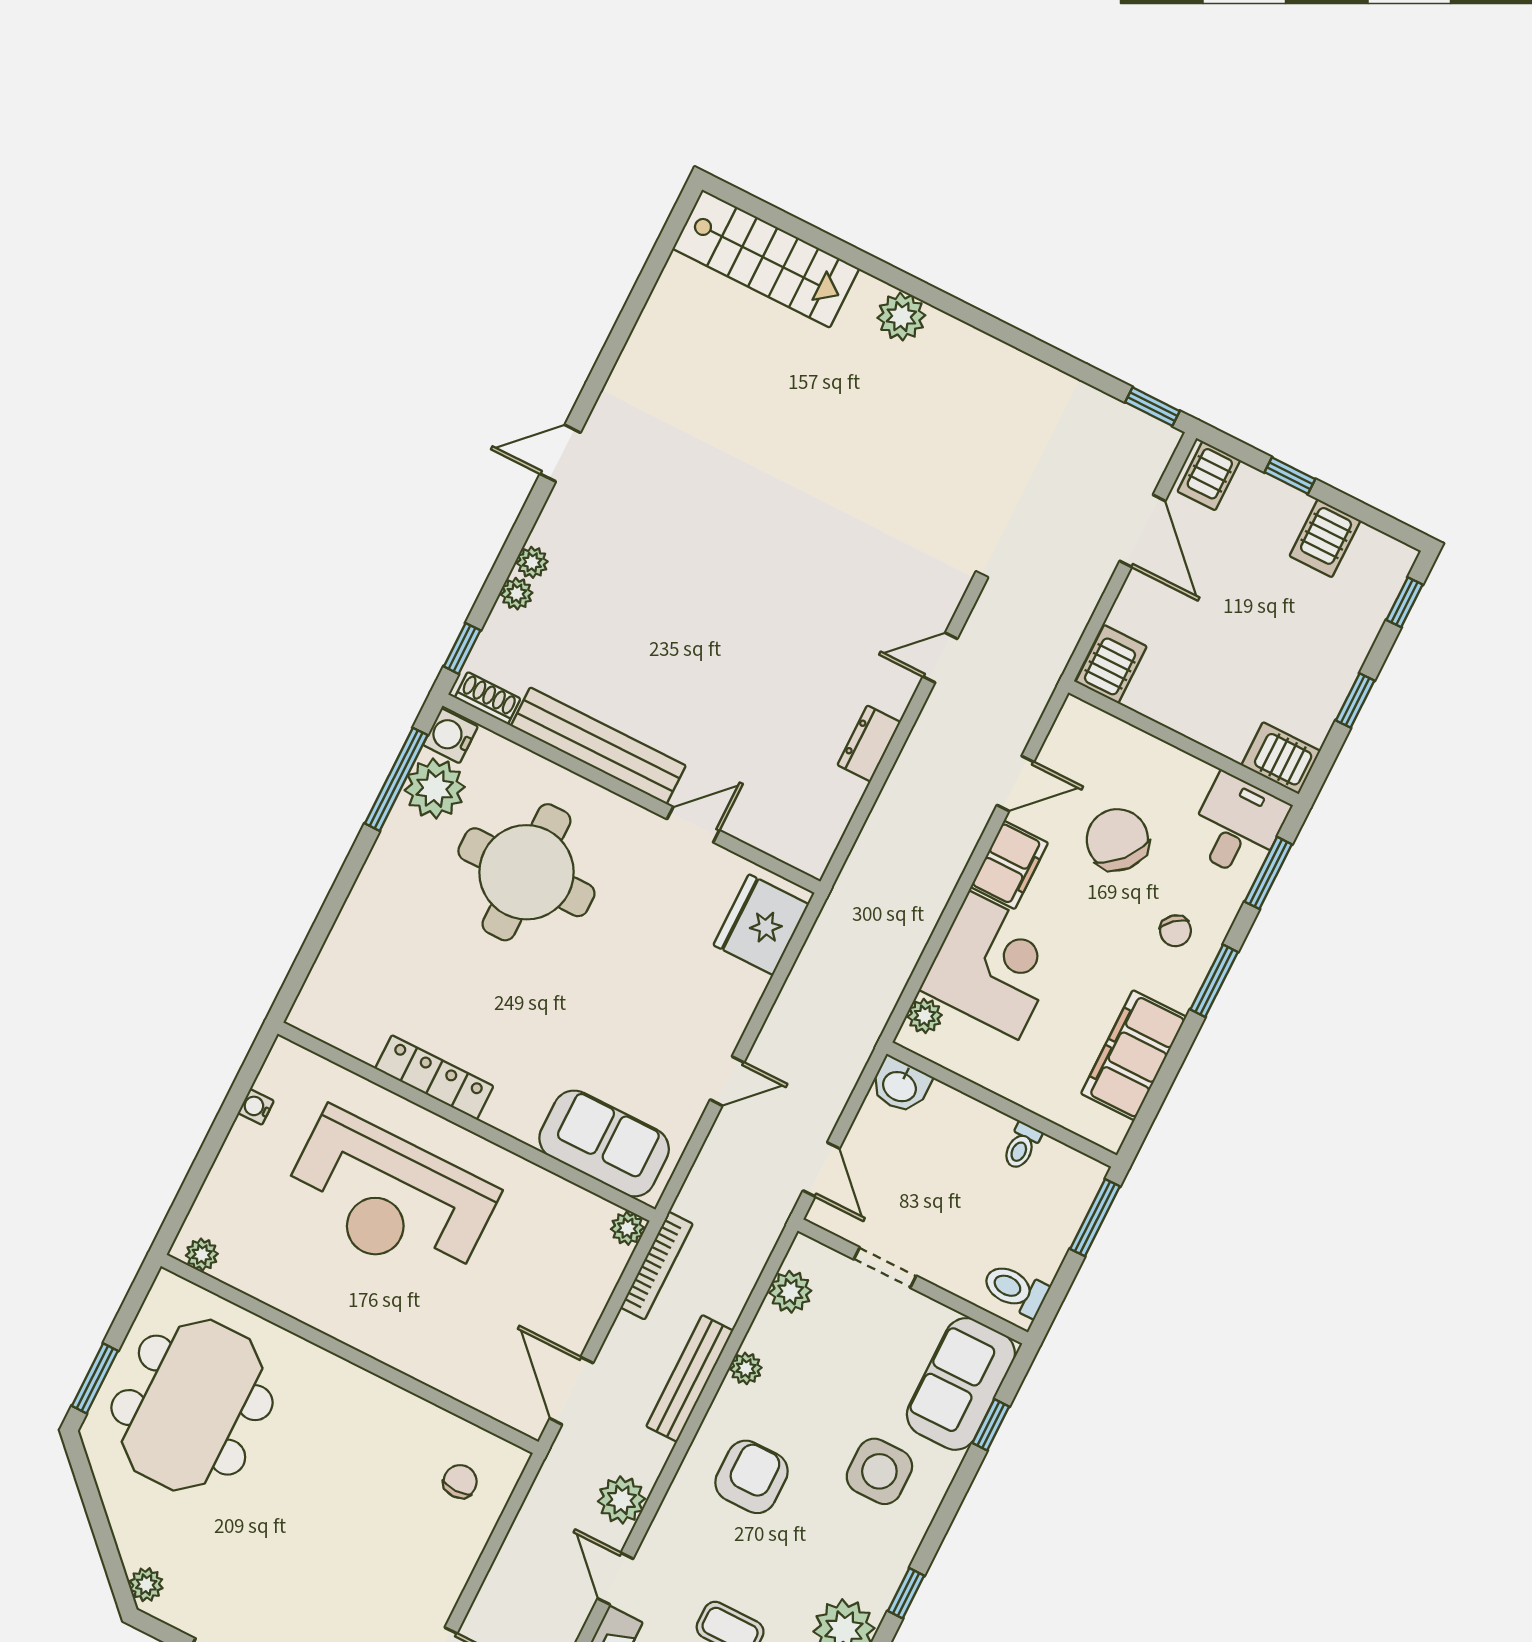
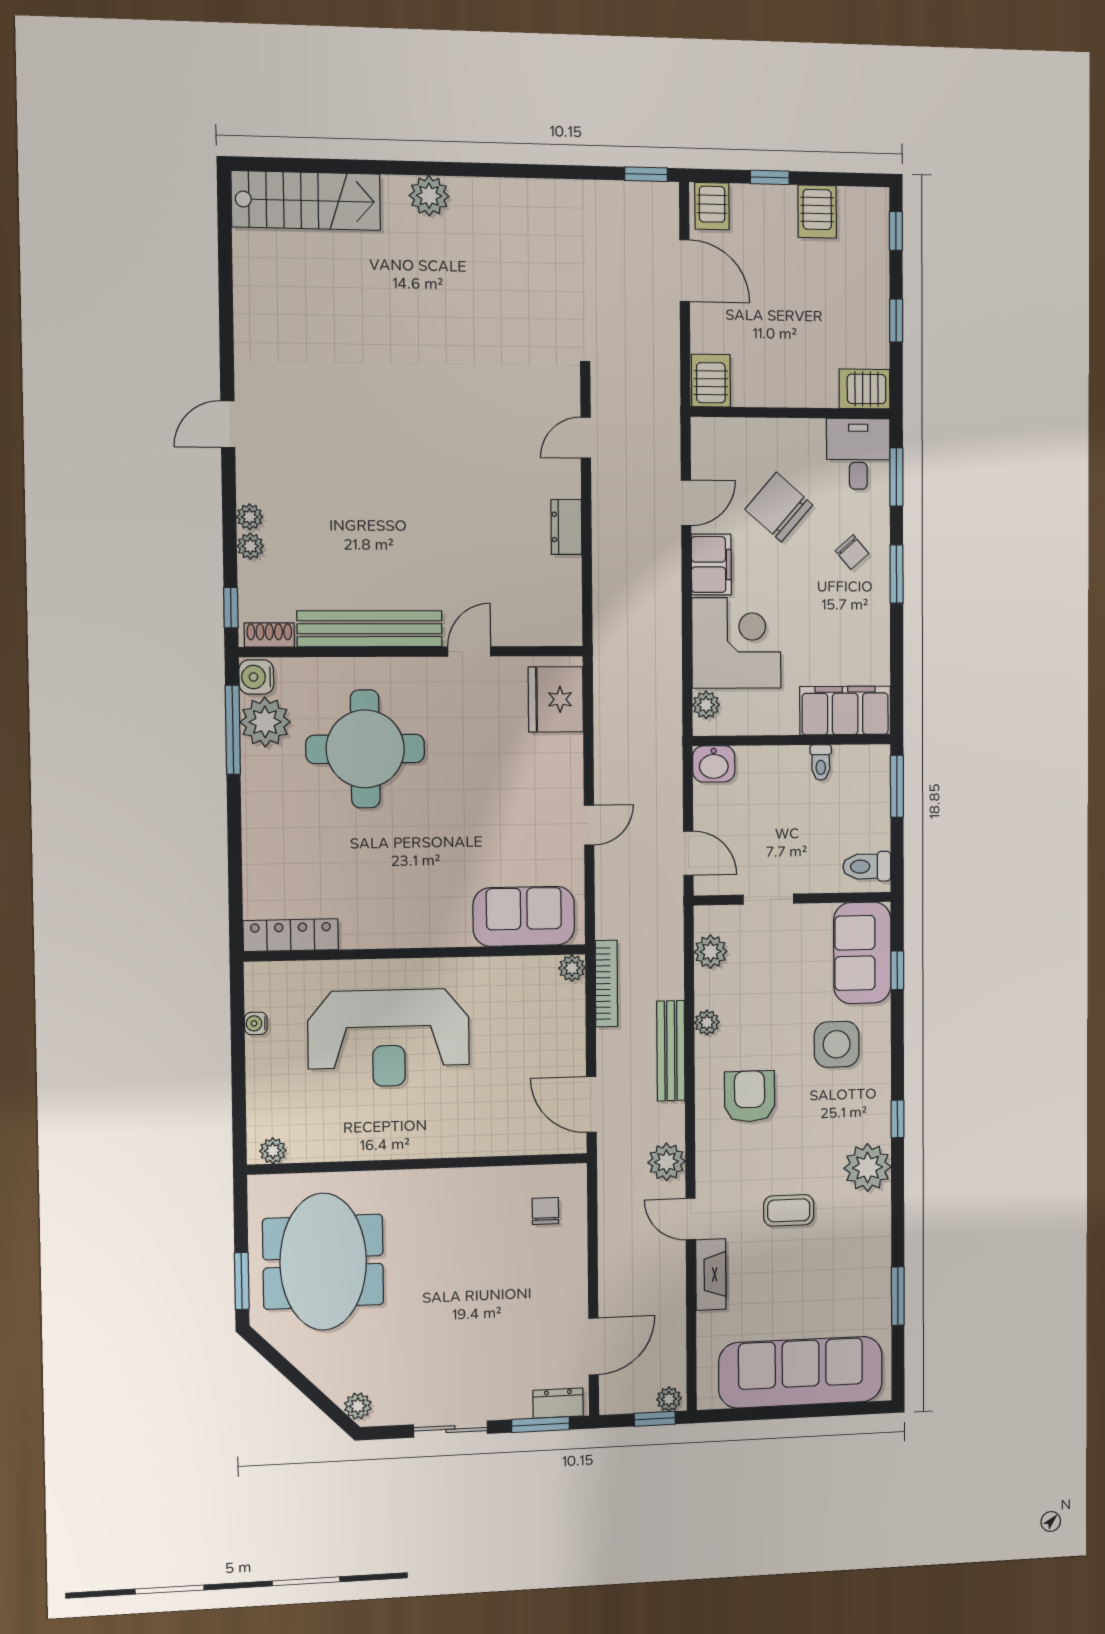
filing cabinet: (1134, 1055) -> (845, 711), moved, turned 90
locker: (434, 1077) -> (291, 935), moved

